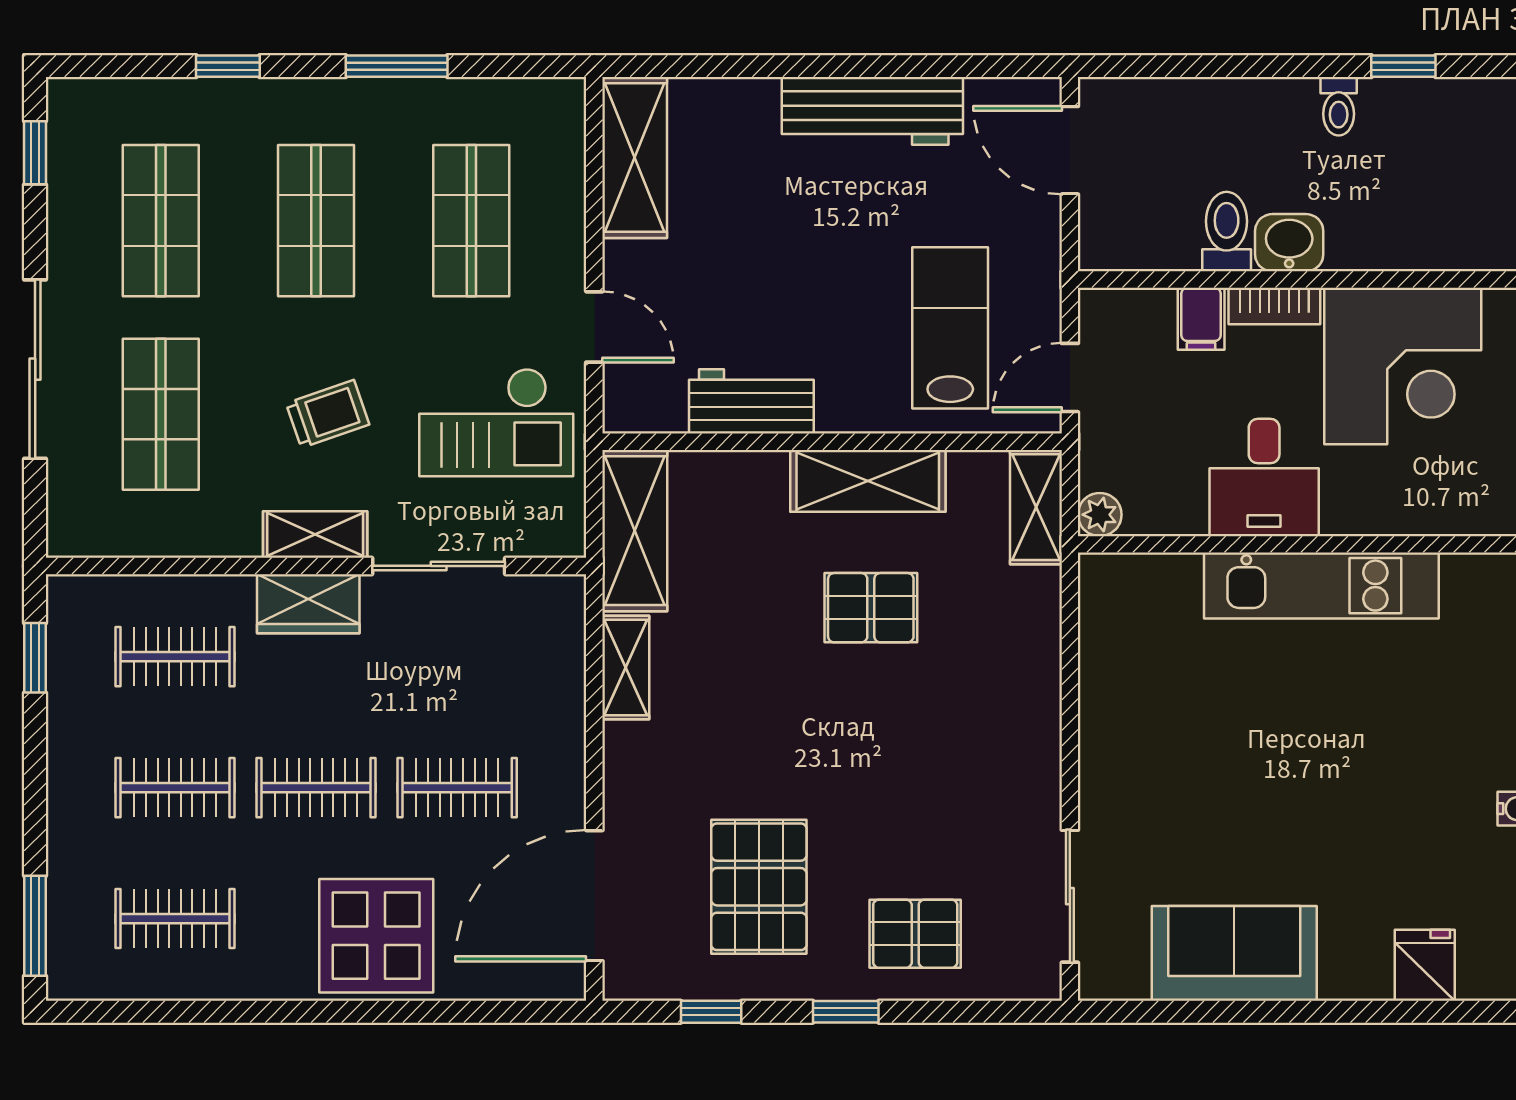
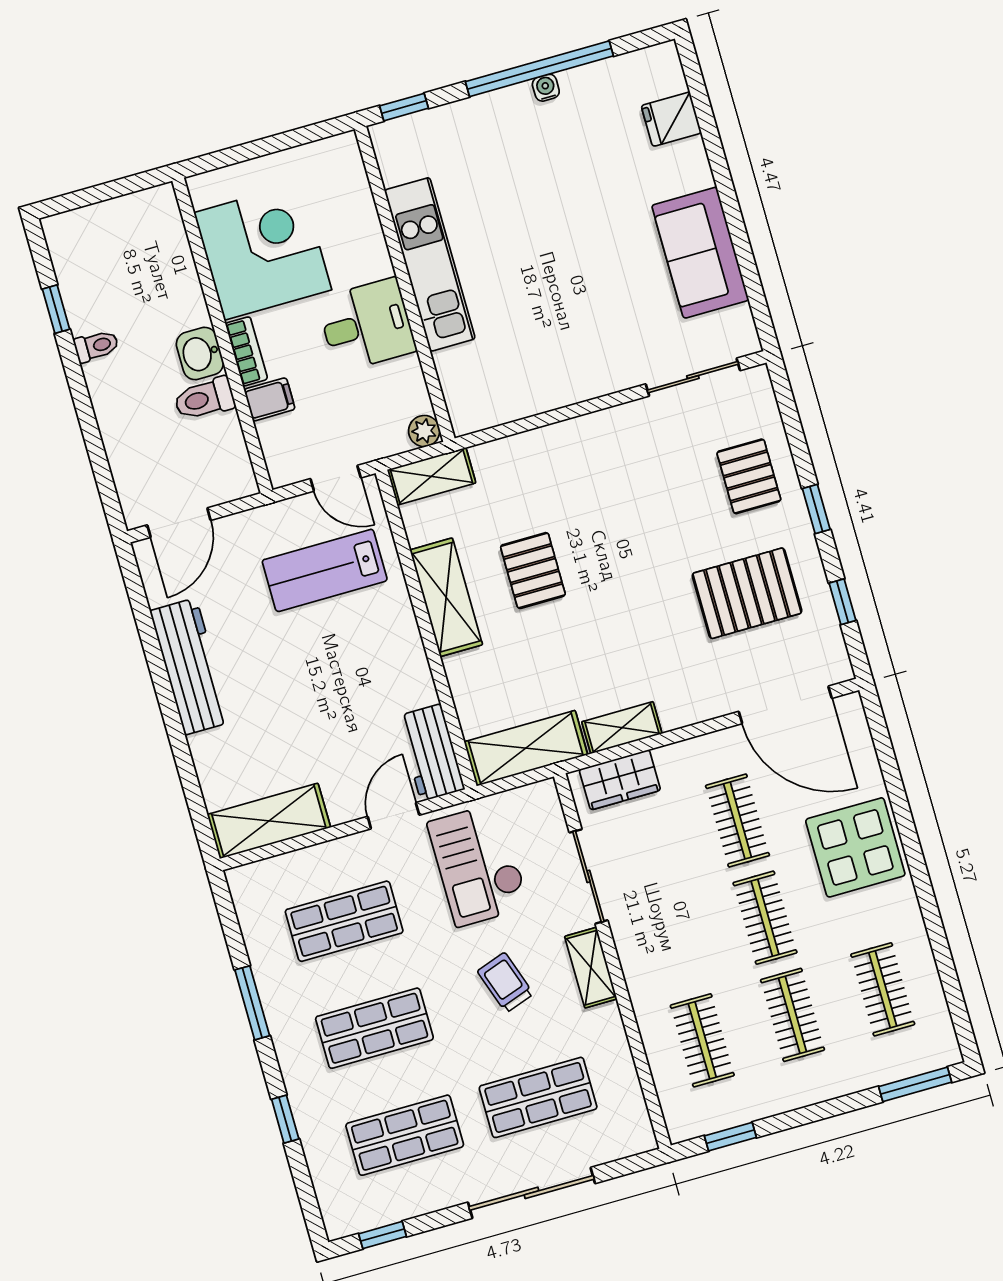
workbench: (751, 401) -> (431, 753), moved
checkout: (496, 422) -> (478, 865), turned 180
wardrobe: (308, 604) -> (620, 780), moved, turned 90

